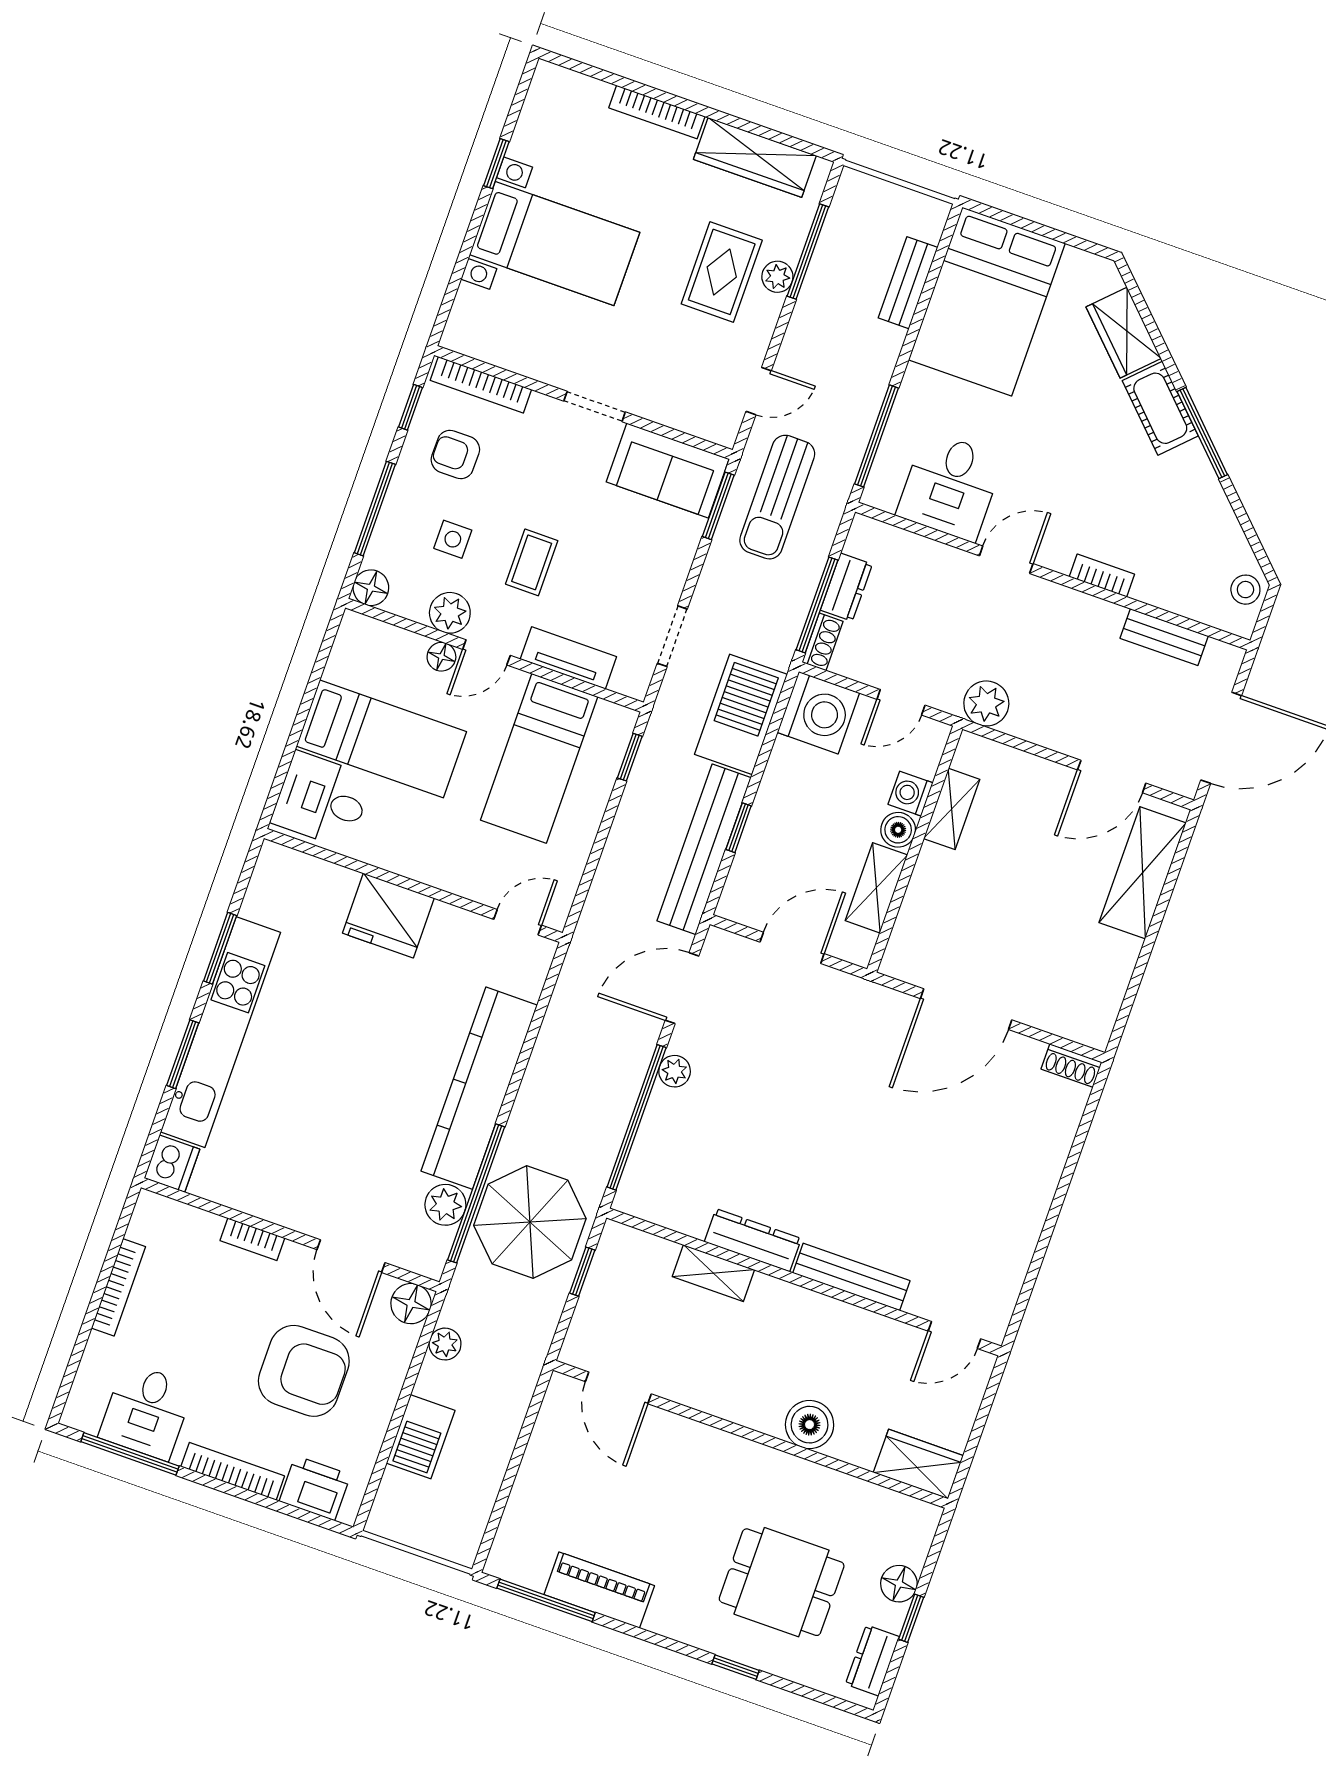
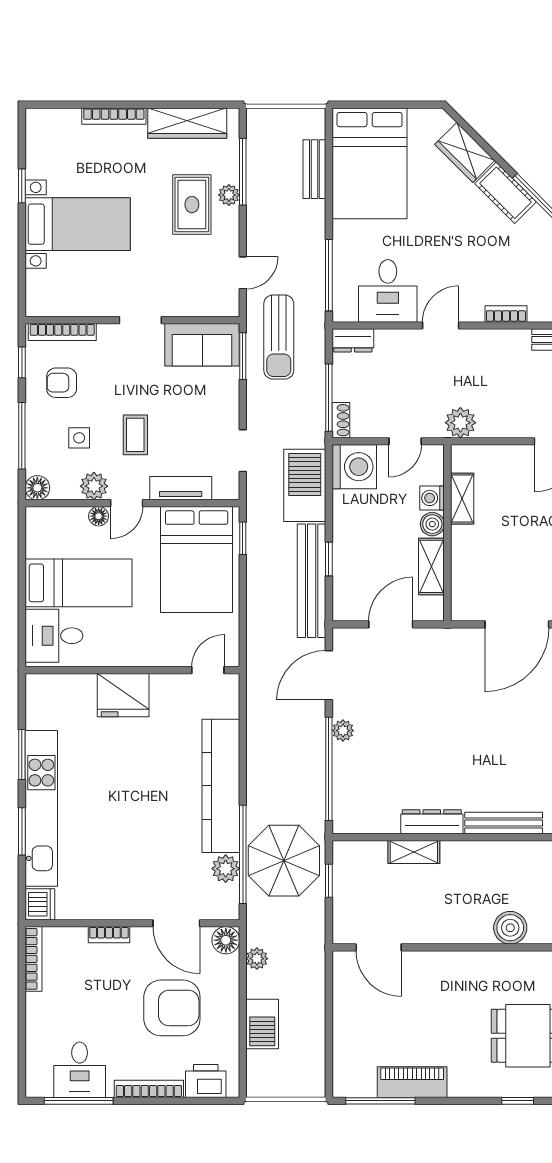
dresser: (846, 587) -> (353, 340), moved, turned 90
bed: (539, 758) -> (197, 560), width x1.50
bookcase: (118, 1287) -> (34, 959), moved

